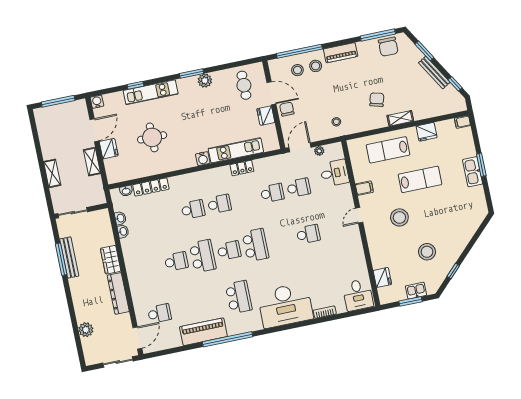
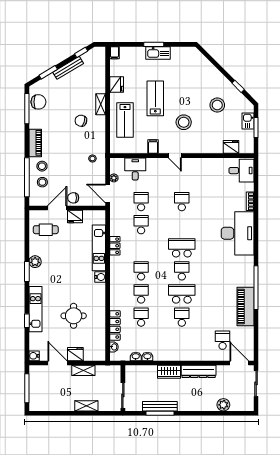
school desk: (239, 297) -> (141, 317), moved, width x0.54

